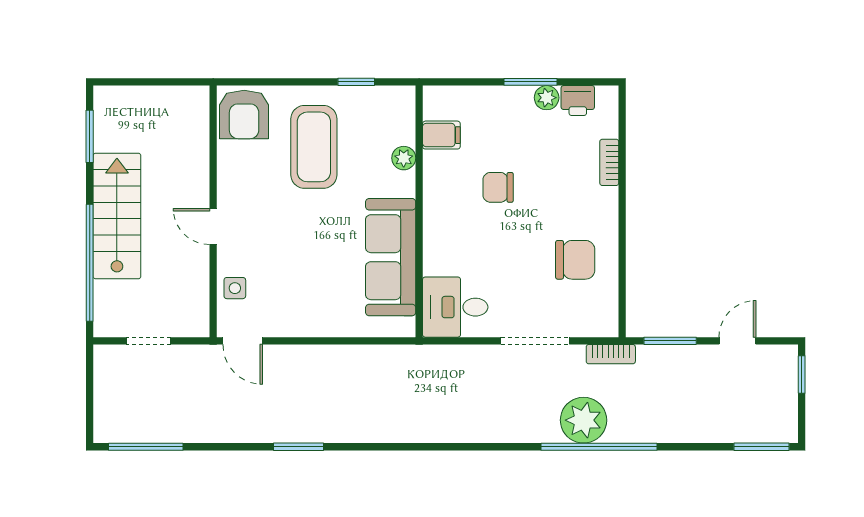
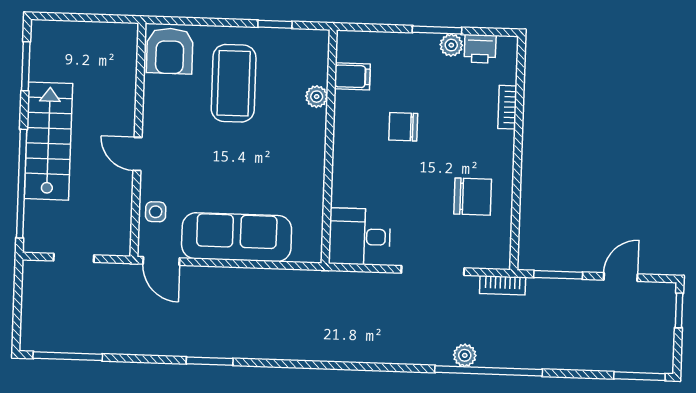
sofa: (391, 257) -> (237, 237), moved, turned 90
plant: (584, 420) -> (465, 355), width x0.53, depth x0.53

